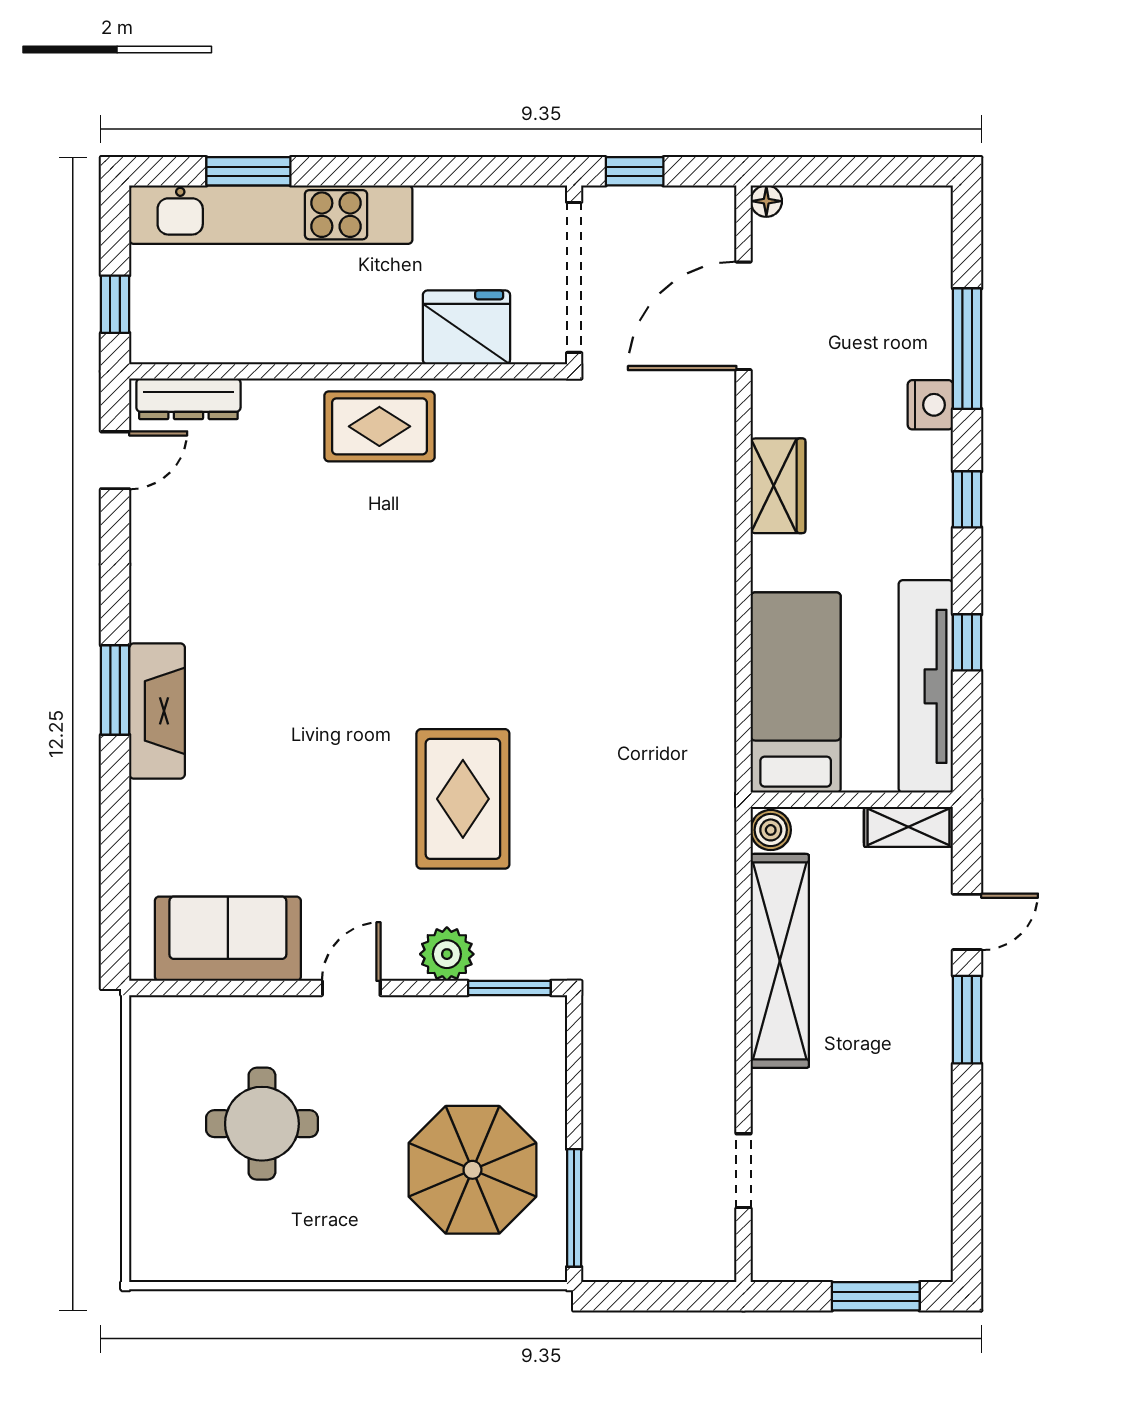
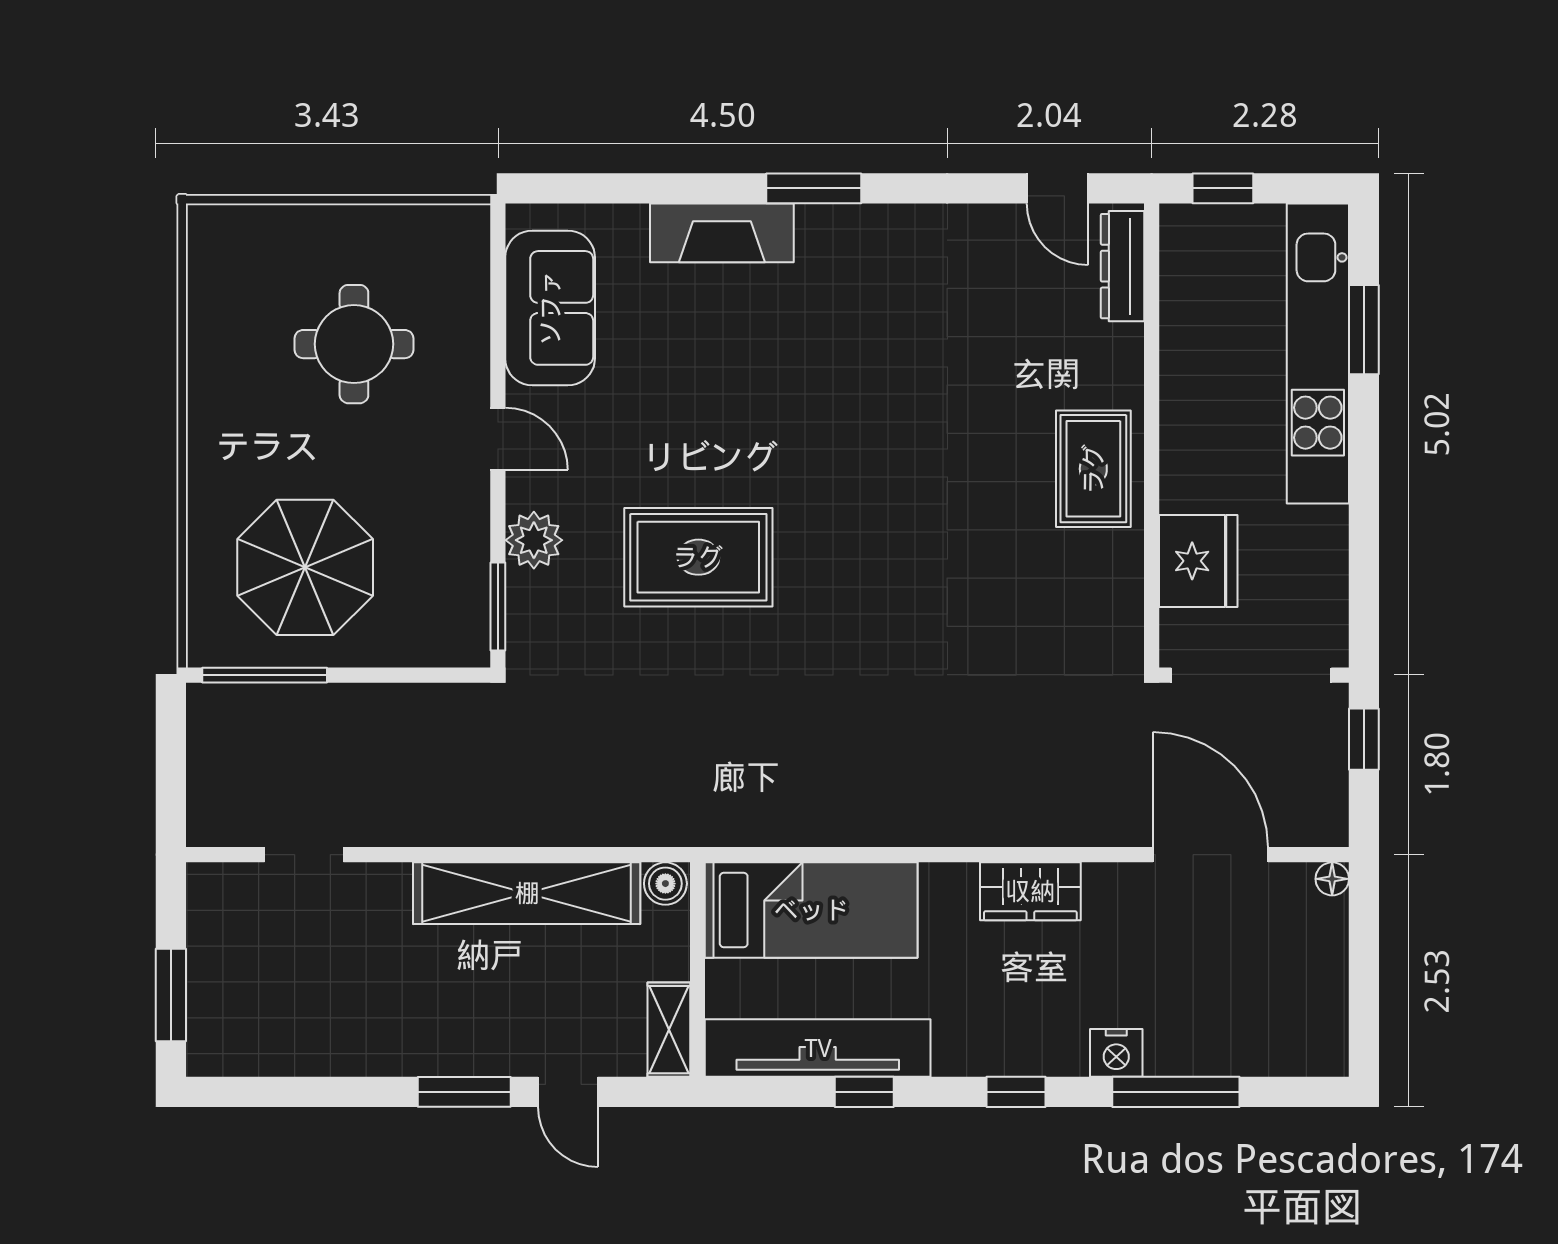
fireplace: (157, 711) -> (722, 233), moved

